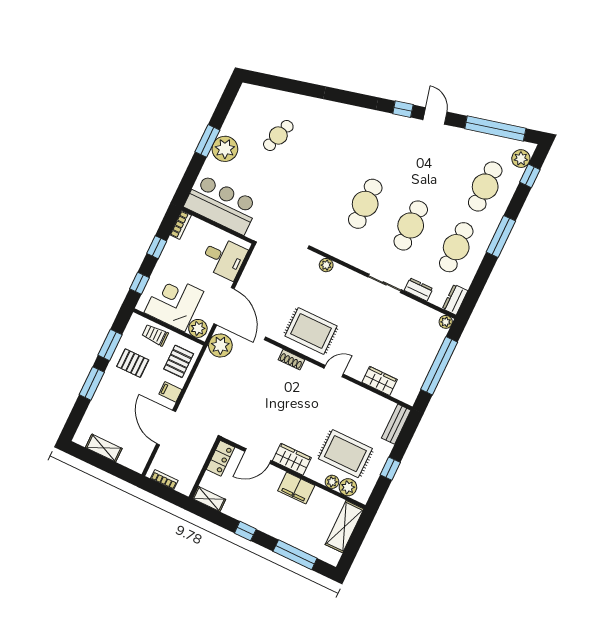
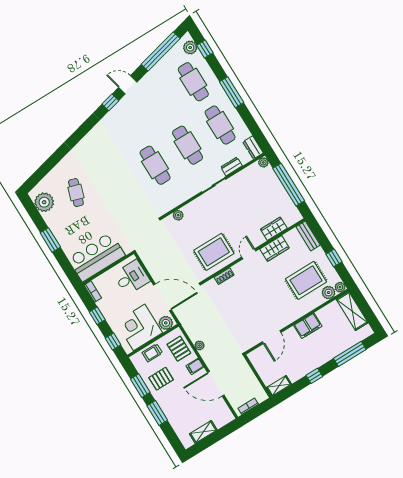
plant: (225, 149) -> (44, 202), moved
plant: (220, 346) -> (199, 345), moved, width x0.53, depth x0.53
locker: (220, 458) -> (258, 362), removed
wardrobe: (292, 459) -> (275, 248), moved, turned 180
plant: (332, 482) -> (340, 287), moved

